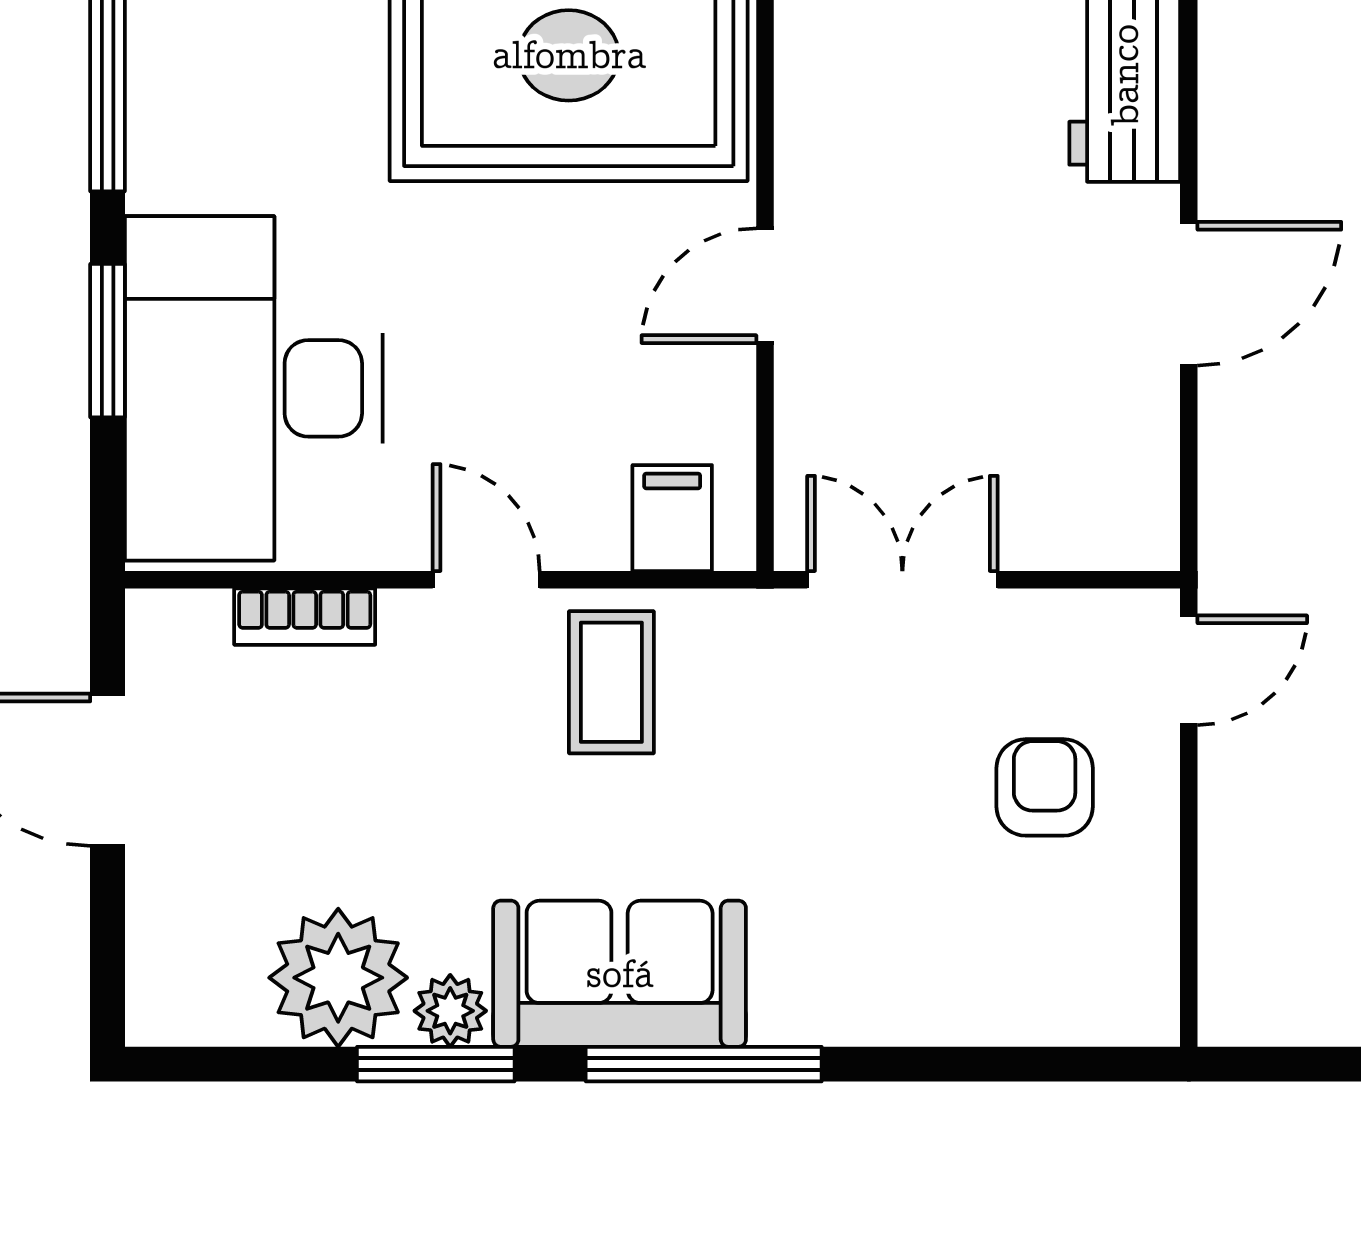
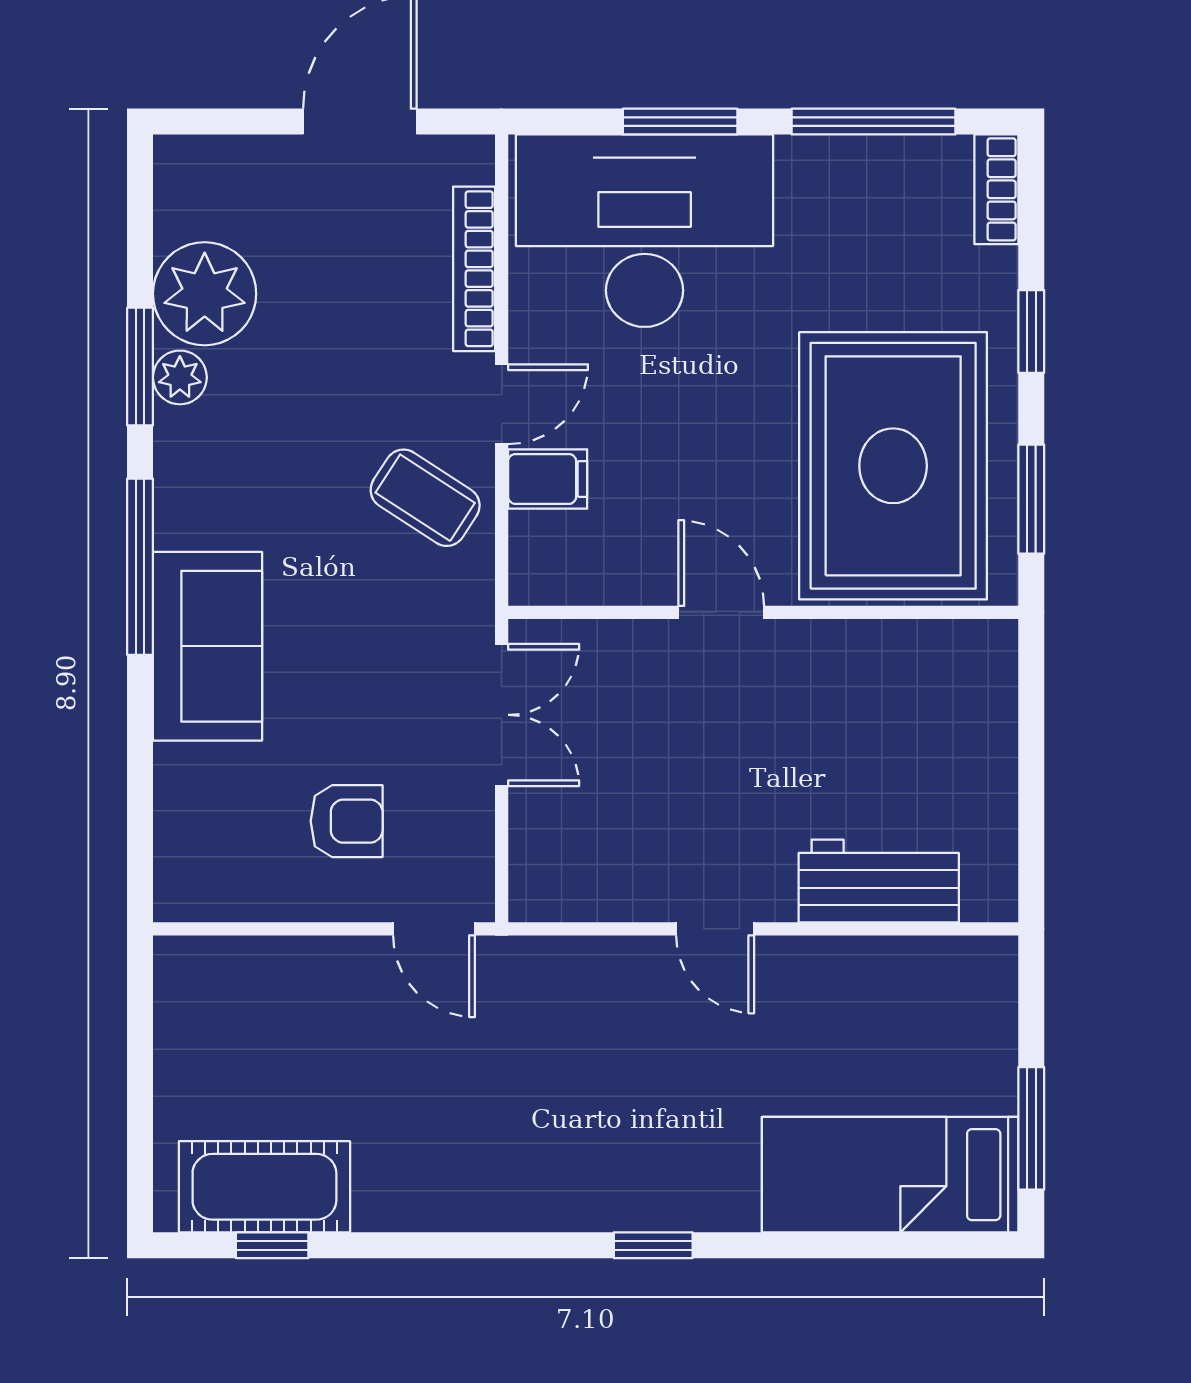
door: (1189, 294) -> (715, 929), width x0.73
filing cabinet: (672, 518) -> (548, 479), moved
bookcase: (305, 617) -> (474, 269), width x1.56
coffee table: (611, 682) -> (425, 498), turned 33
sofa: (620, 974) -> (208, 646), moved

